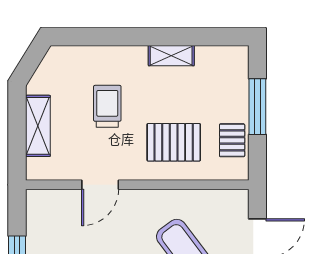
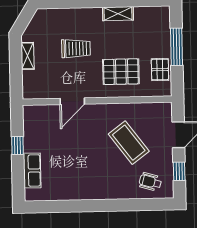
trolley: (107, 106) -> (76, 49), turned 90
shelving: (38, 126) -> (28, 56), width x0.67, depth x0.75

